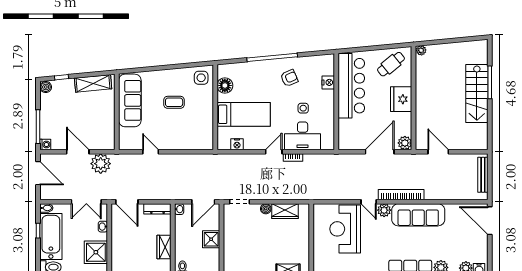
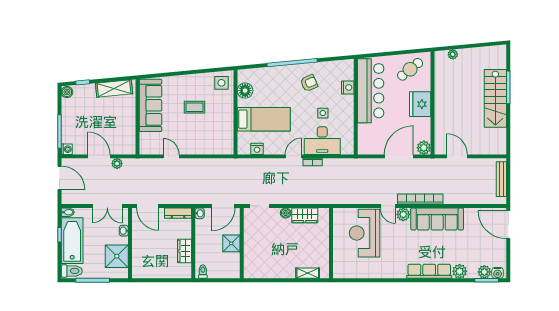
plant: (421, 50) -> (453, 54), moved
plant: (101, 164) -> (117, 164), width x0.53, depth x0.53

